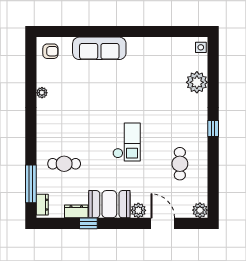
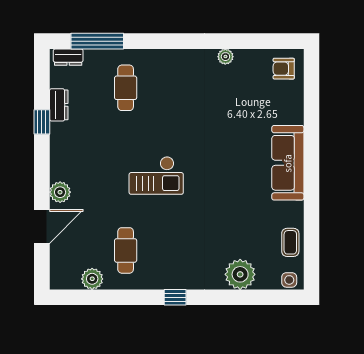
coffee table: (174, 47) -> (290, 242), added
sofa: (99, 48) -> (288, 163), moved
armchair: (50, 51) -> (284, 69), turned 90
cafe table: (180, 164) -> (126, 250), turned 90
booth: (109, 204) -> (69, 151), removed
plant: (200, 210) -> (92, 279), moved

